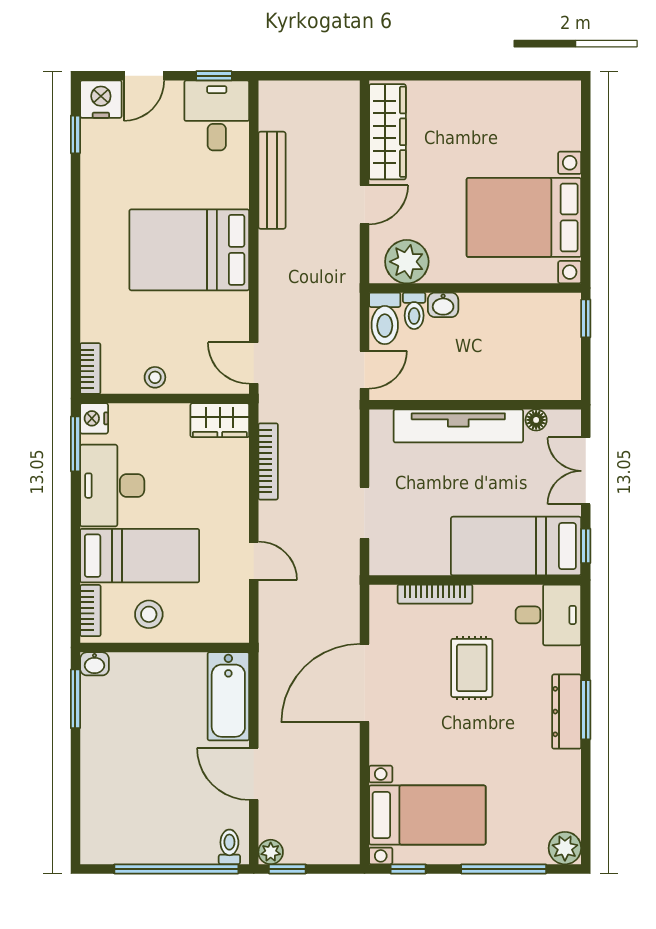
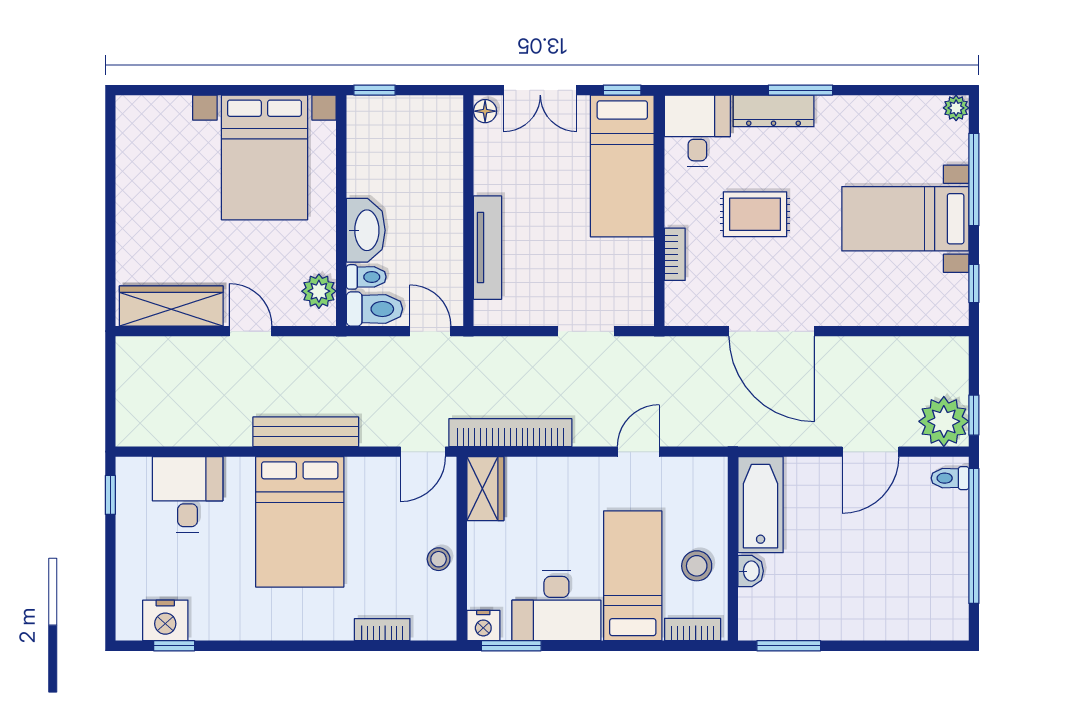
door: (144, 76) -> (110, 571), removed
nightstand: (101, 99) -> (165, 620), moved, turned -90
desk: (217, 115) -> (188, 495), moved, turned 90
bench: (272, 180) -> (306, 432), moved
plant: (407, 262) -> (319, 291), width x0.73, depth x0.73
washbasin: (443, 305) -> (366, 230), width x1.91, depth x1.45
bookcase: (90, 369) -> (382, 630), moved
floor lamp: (536, 420) -> (485, 111), moved
tv unit: (458, 426) -> (487, 248), width x0.73, depth x0.78
bookcase: (268, 461) -> (510, 433), width x1.48, depth x1.31
bookcase: (435, 594) -> (675, 254), width x0.64
washbasin: (95, 664) -> (751, 571), moved
bathtub: (228, 696) -> (761, 505), moved, turned -90
dresser: (567, 712) -> (774, 111), moved
bed with nightstands: (427, 815) -> (905, 219), moved, turned -90
plant: (565, 848) -> (956, 108), width x0.73, depth x0.73
plant: (271, 852) -> (944, 421), width x1.88, depth x1.88

